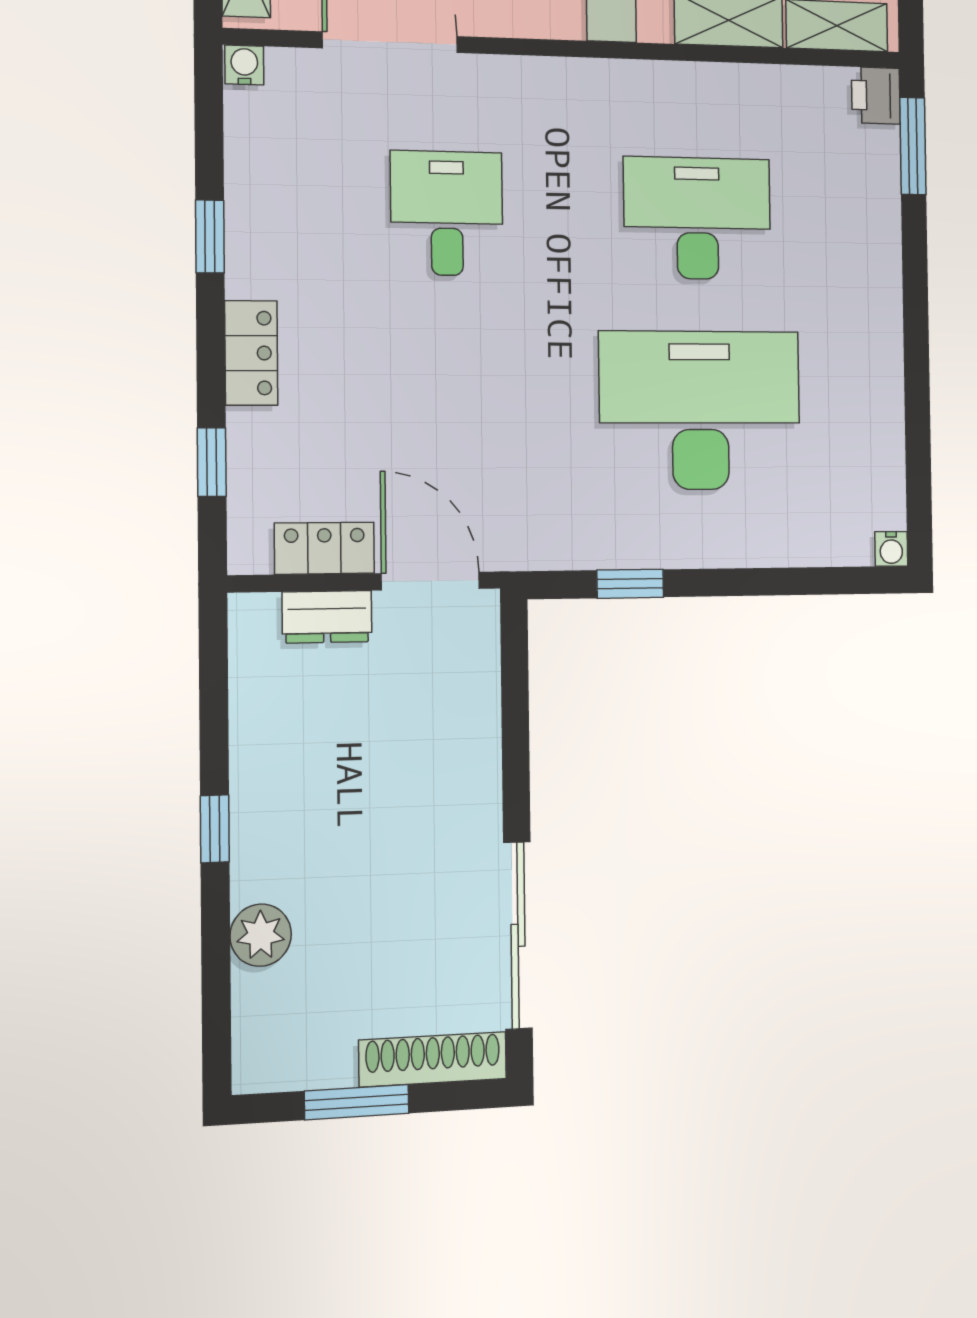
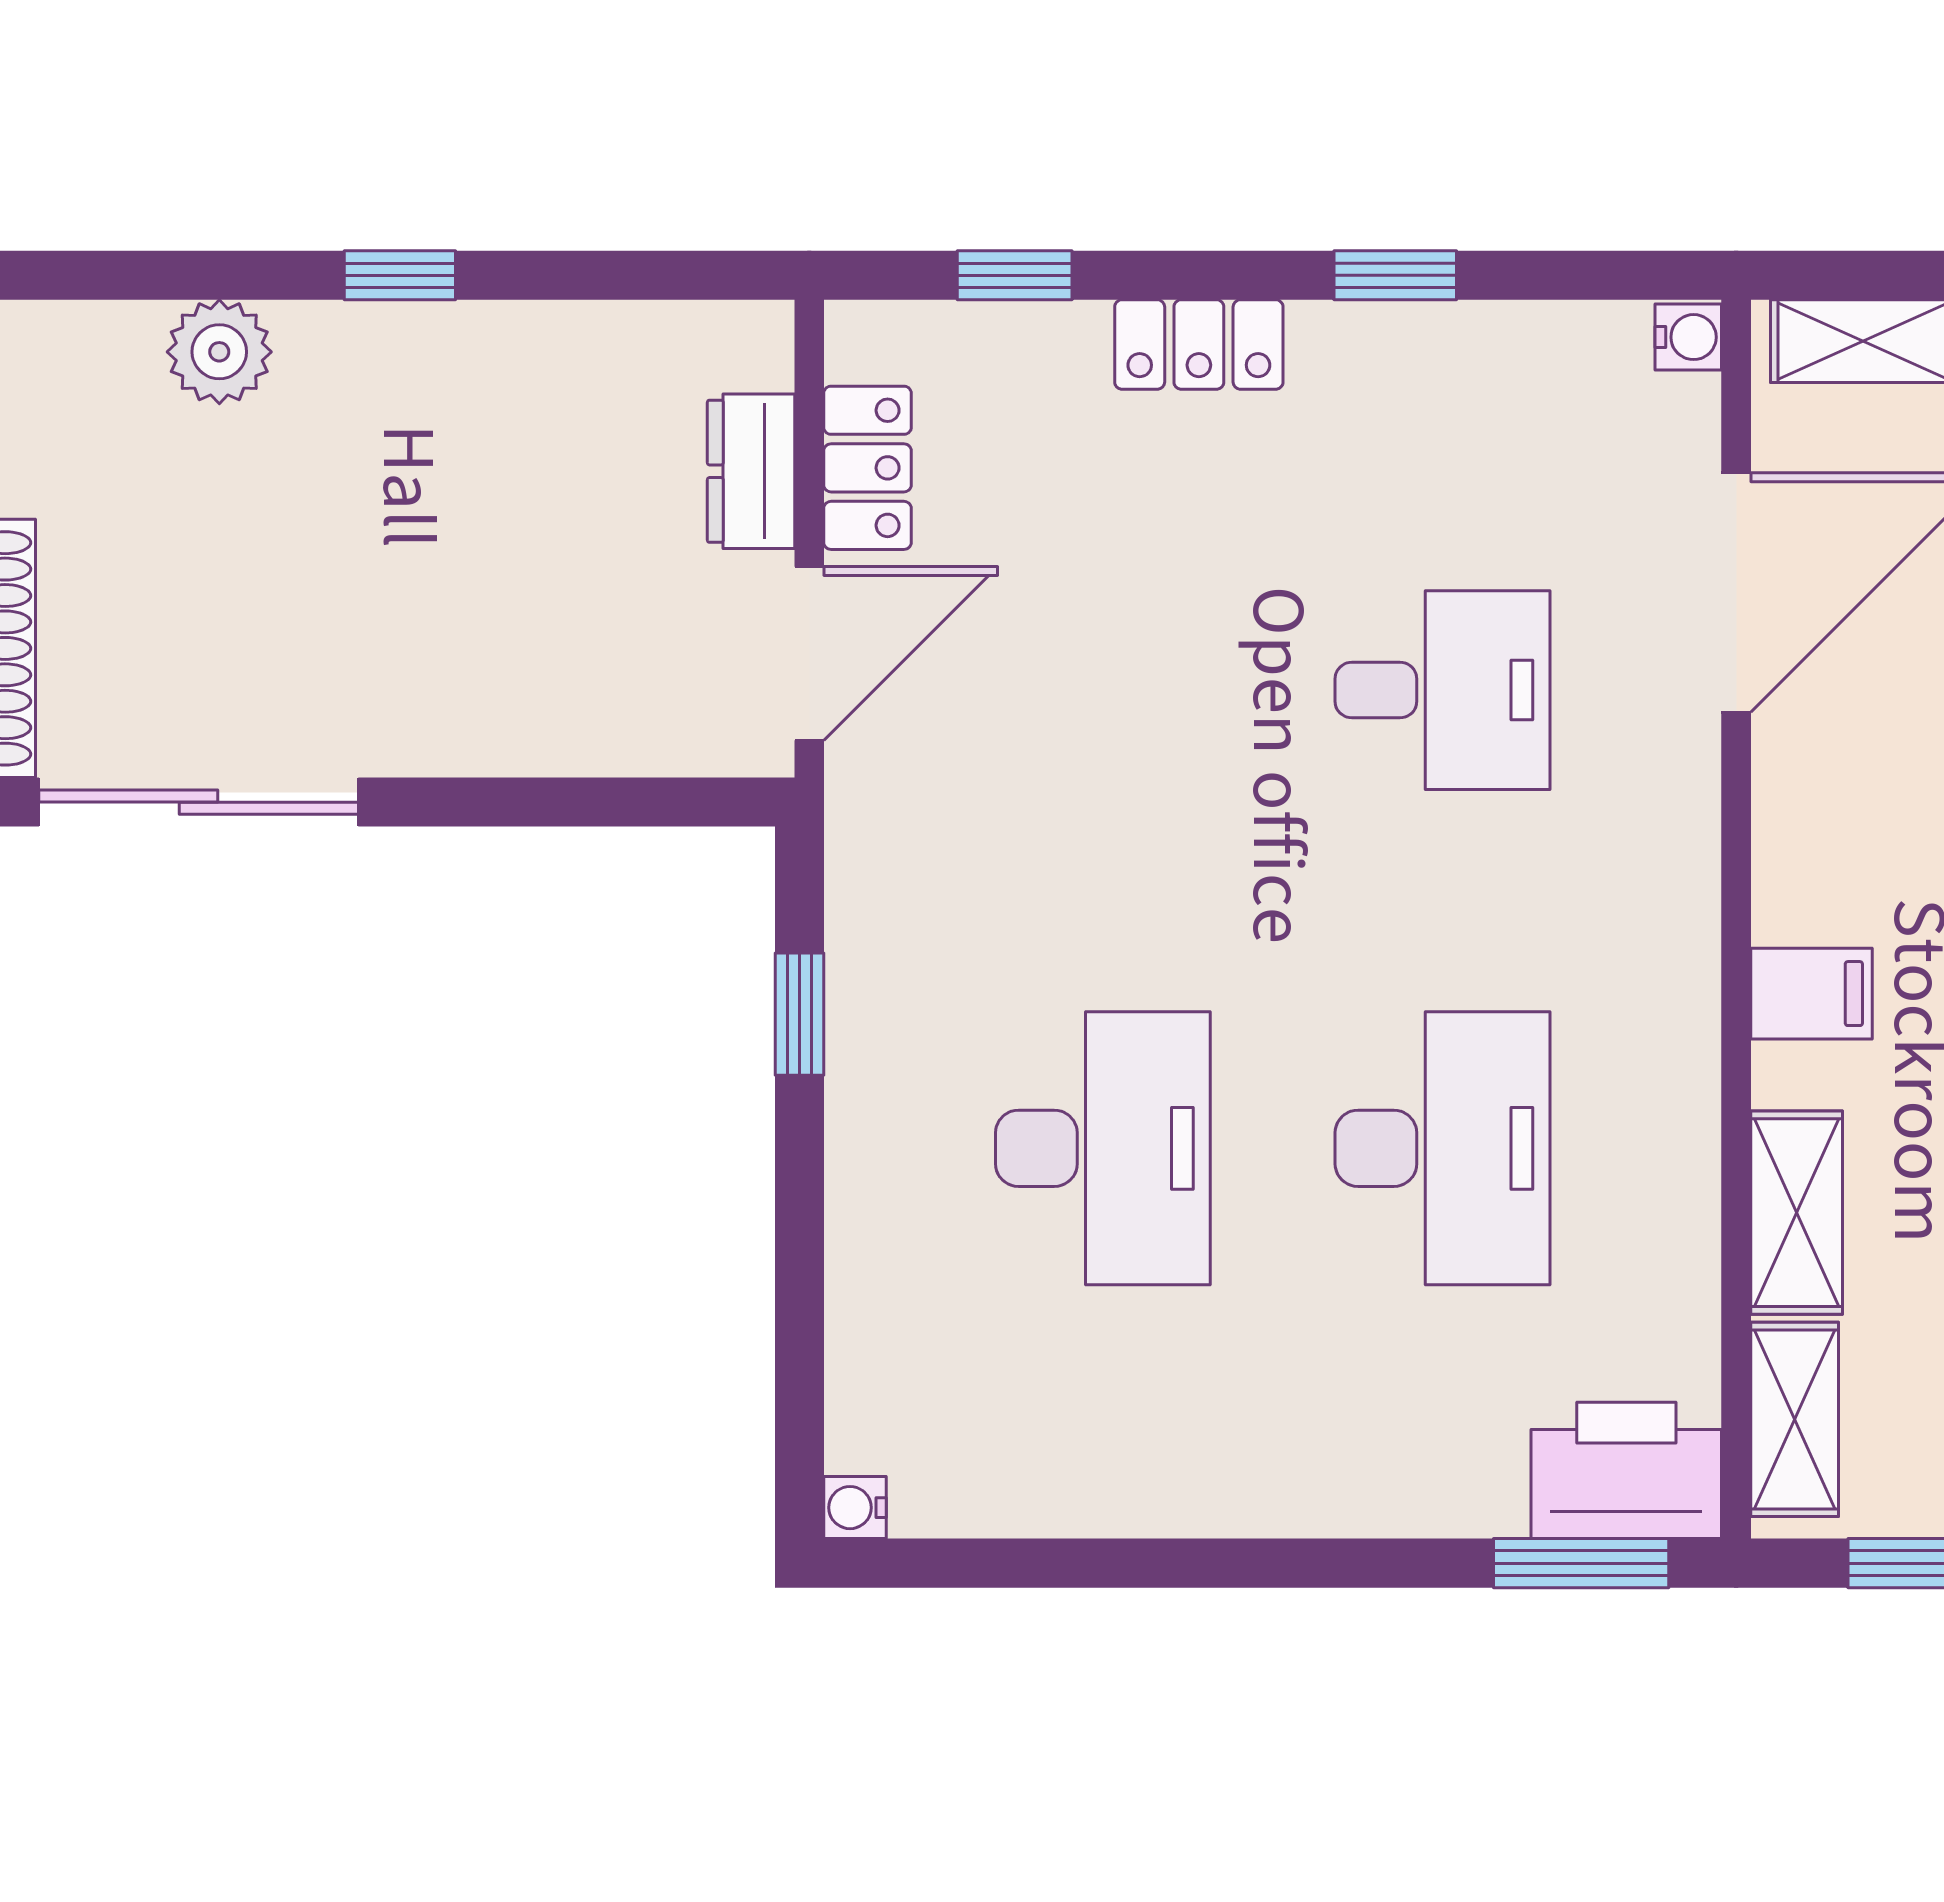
printer: (876, 96) -> (1626, 1470), width x1.87, depth x1.48
desk: (700, 410) -> (1103, 1148), width x0.73, depth x0.77

